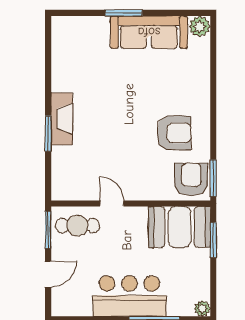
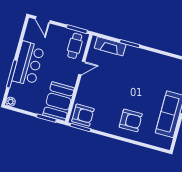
plant: (200, 26) -> (165, 143), removed
fireplace: (62, 119) -> (110, 46), moved
armchair: (174, 133) -> (131, 120), moved, turned -91
door: (48, 274) -> (43, 20), moved

